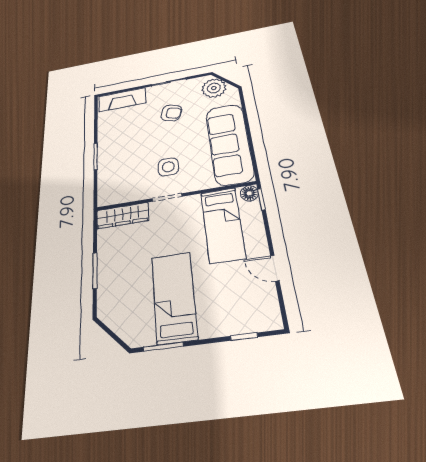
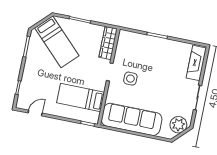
armchair: (171, 113) -> (170, 92), removed
floor lamp: (249, 193) -> (94, 119), removed
door: (275, 268) -> (35, 113), moved
bed: (174, 297) -> (57, 42), moved, turned 45

